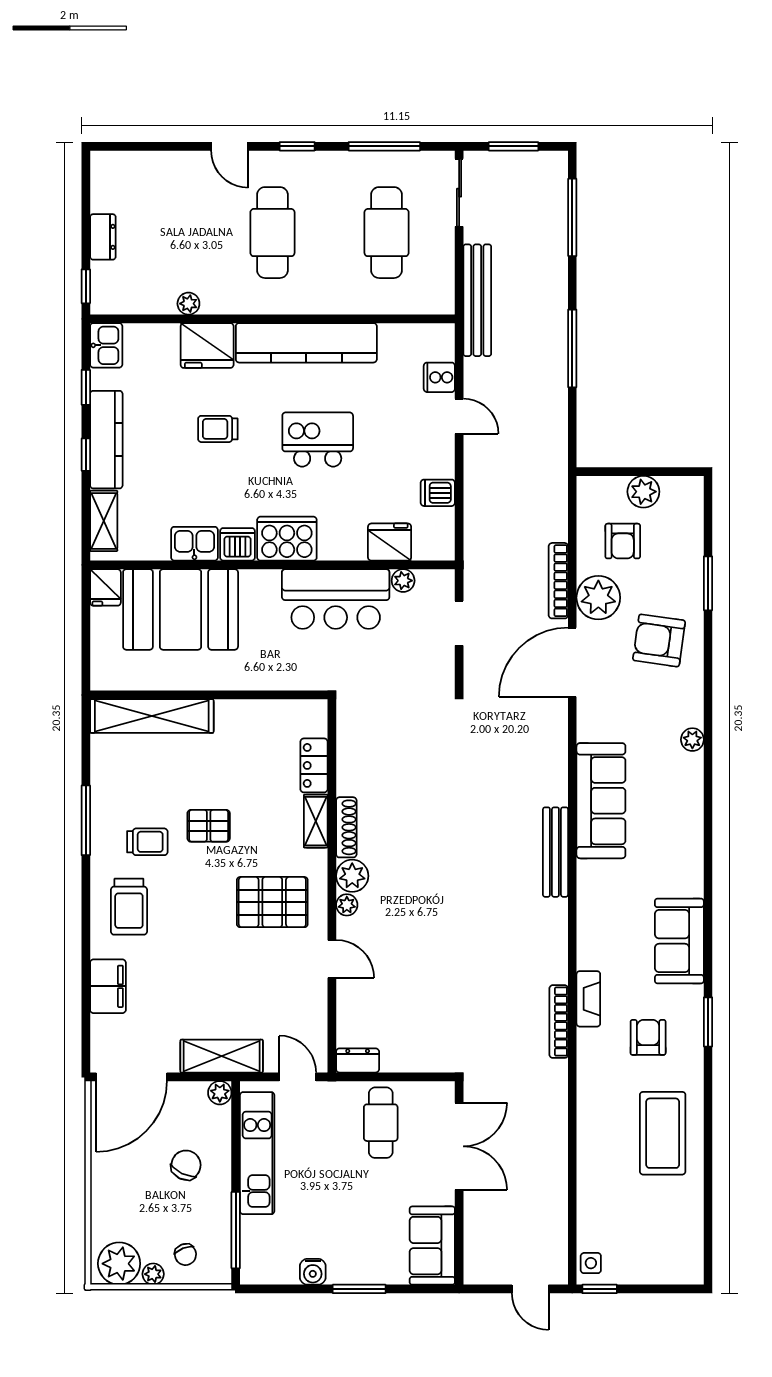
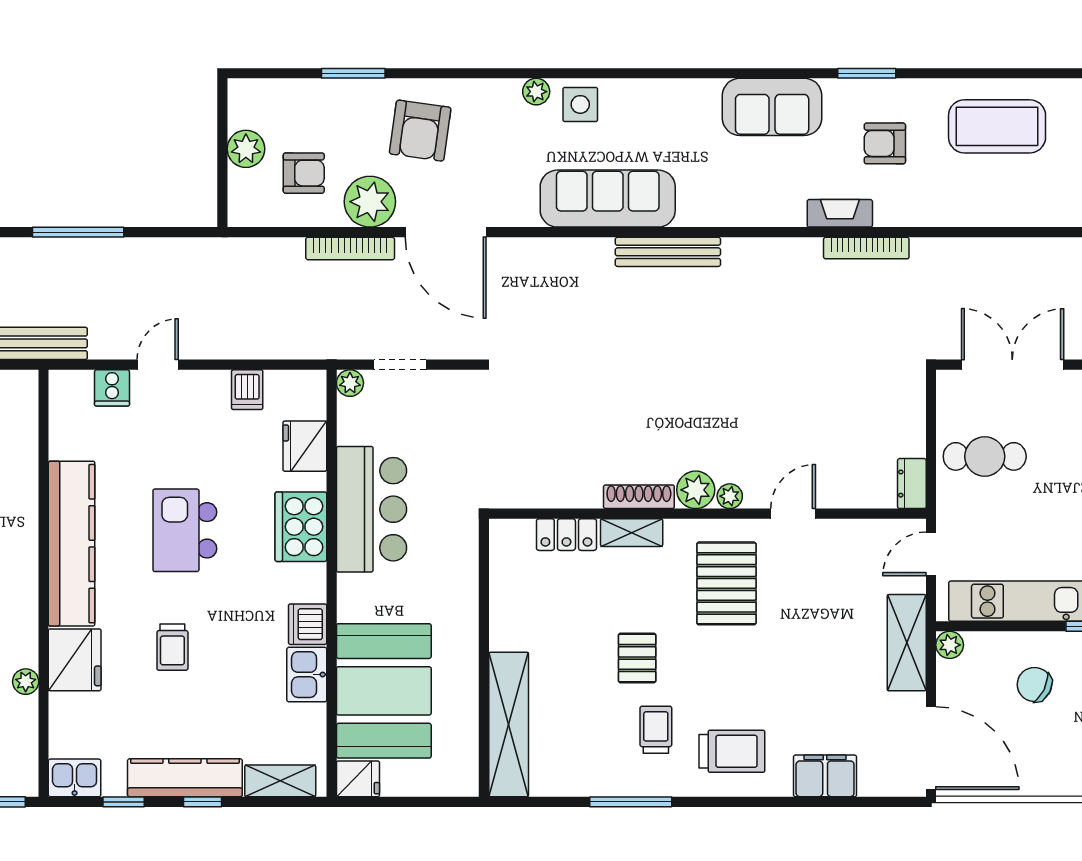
cooker: (287, 539) -> (301, 527), moved
plant: (403, 581) -> (350, 383), moved
side table: (681, 777) -> (580, 104), added

